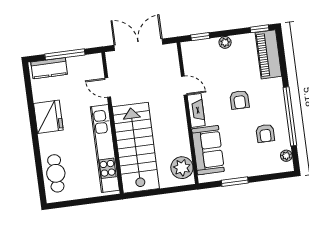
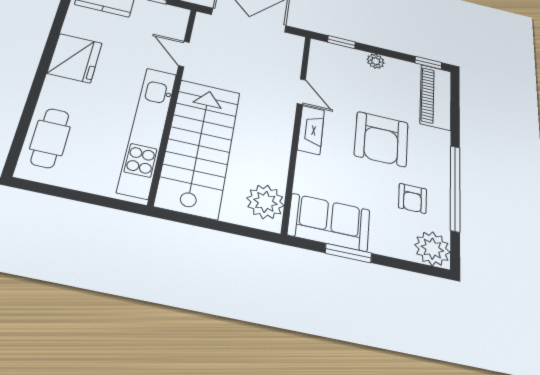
armchair: (240, 100) -> (381, 139), width x1.88, depth x1.88
sofa: (208, 150) -> (329, 222), moved, turned -90
plant: (286, 156) -> (432, 249), width x1.88, depth x1.88

